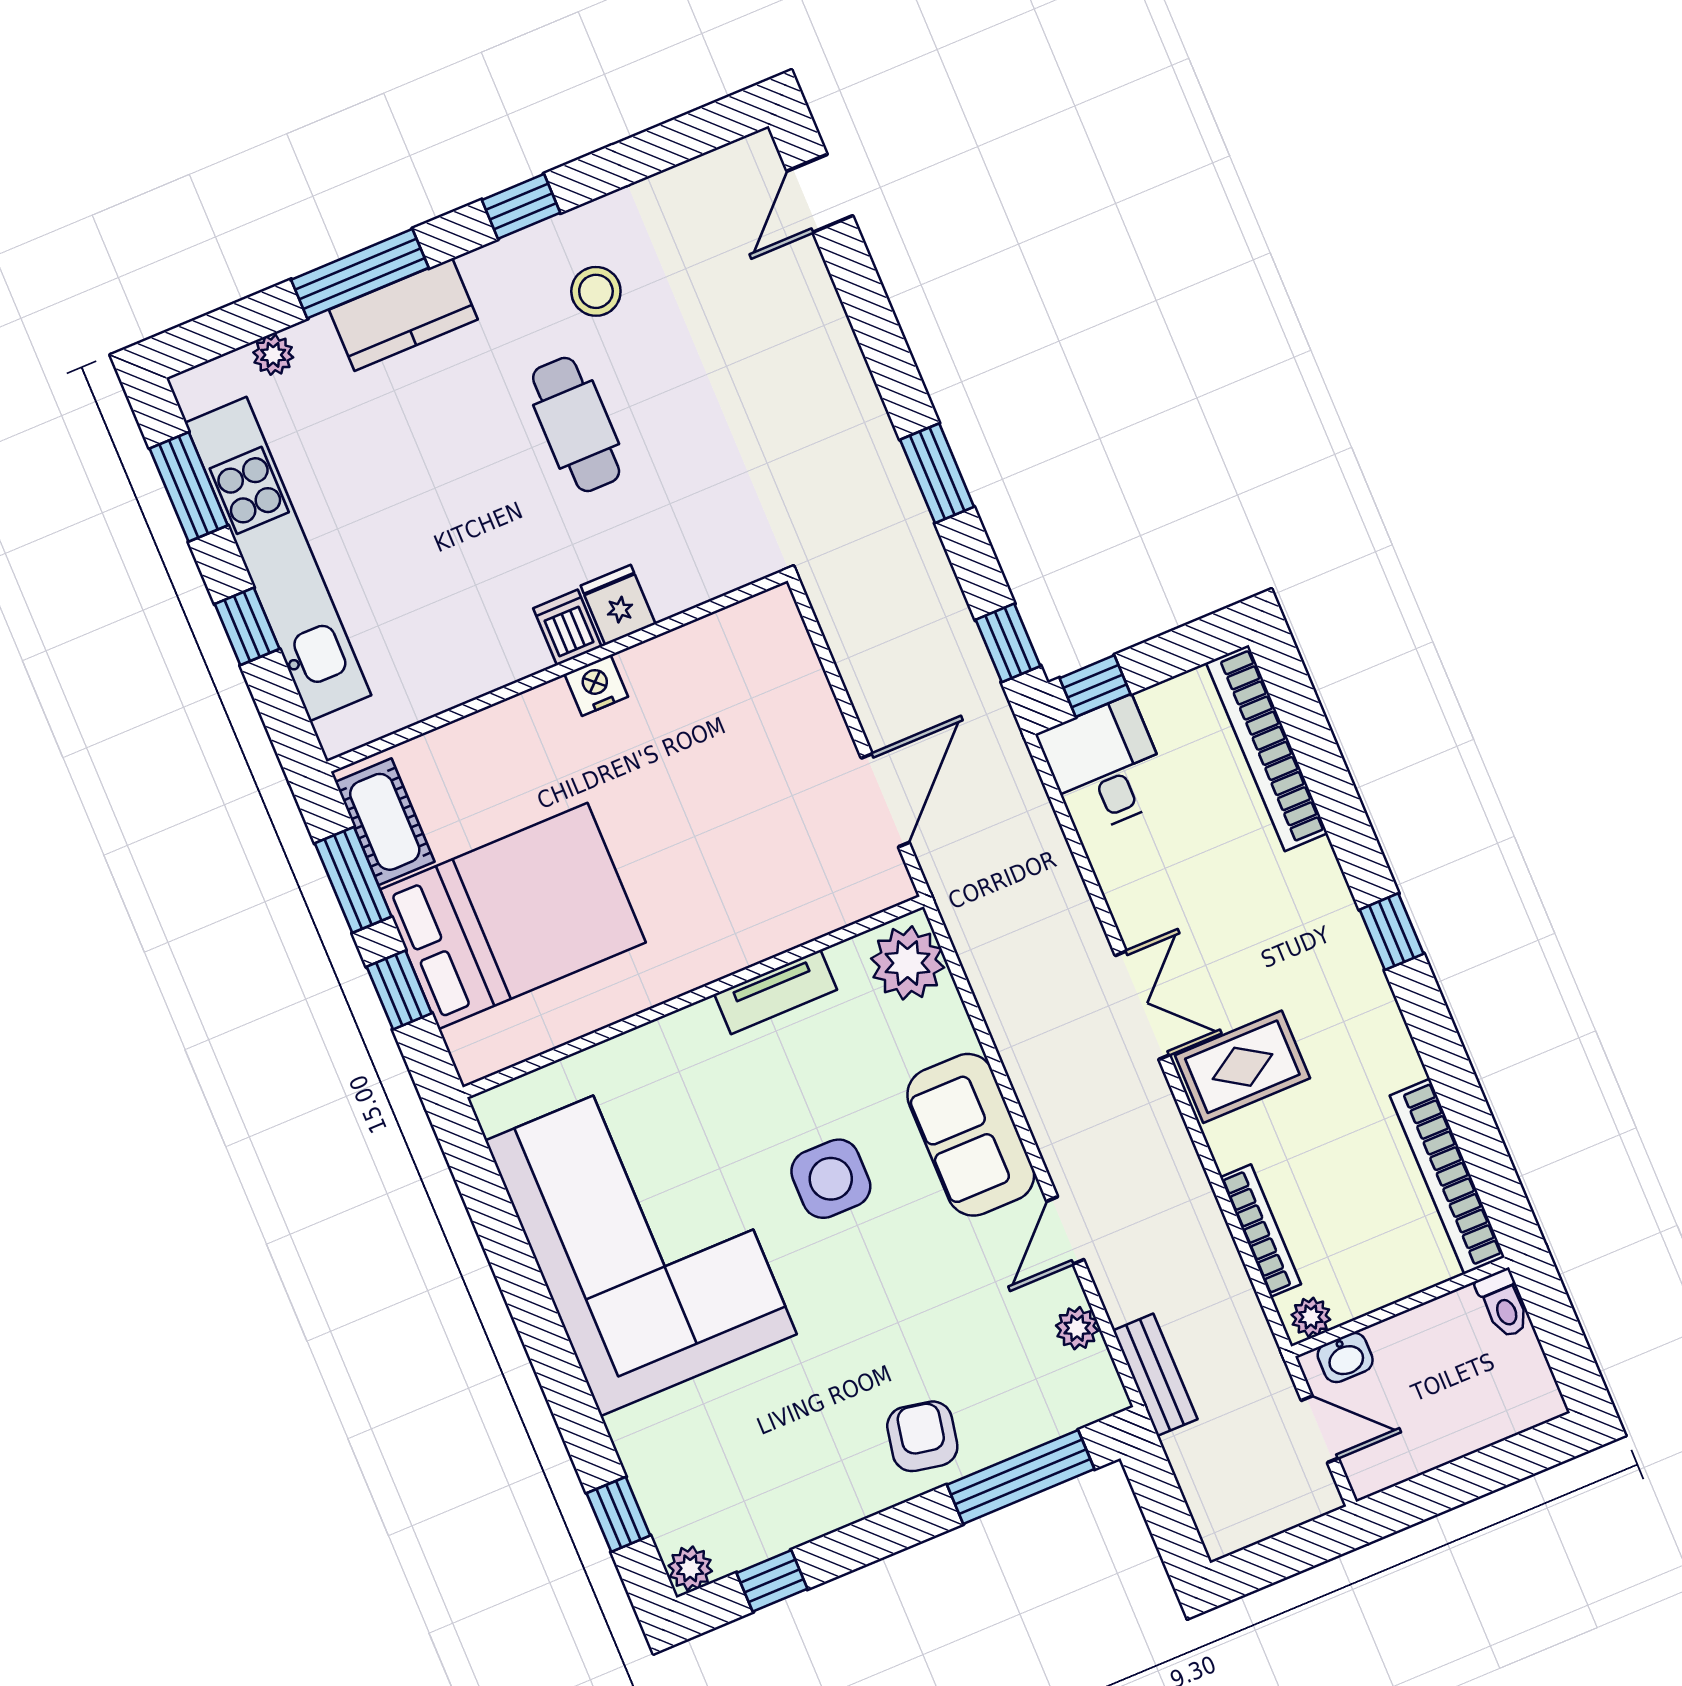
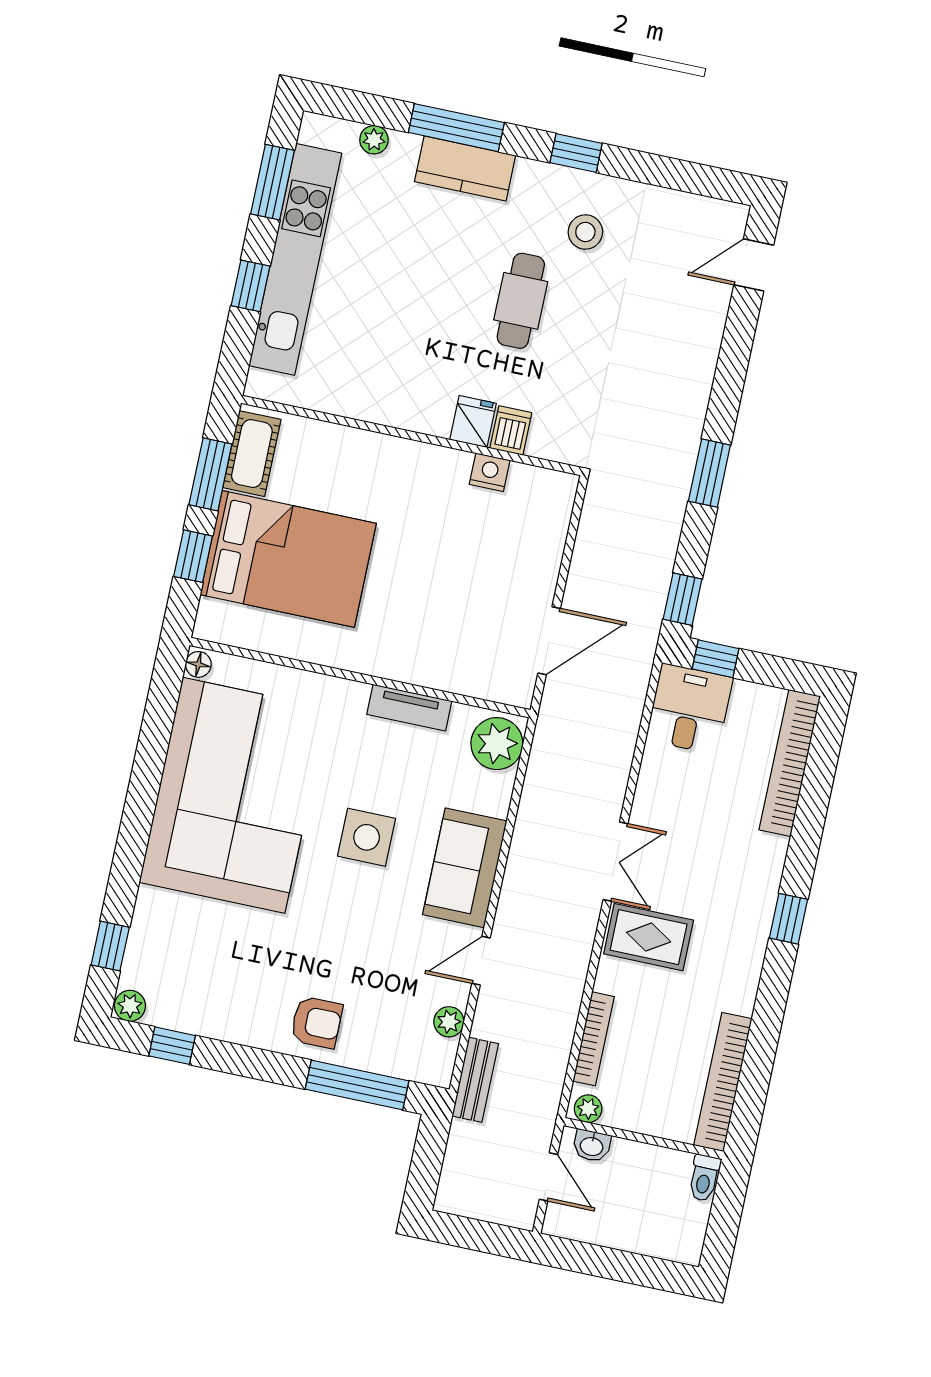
dishwasher: (567, 627) -> (511, 430), moved
nightstand: (596, 685) -> (490, 472), moved
floor lamp: (493, 1113) -> (198, 664), added
armchair: (922, 1436) -> (316, 1022), turned 79

